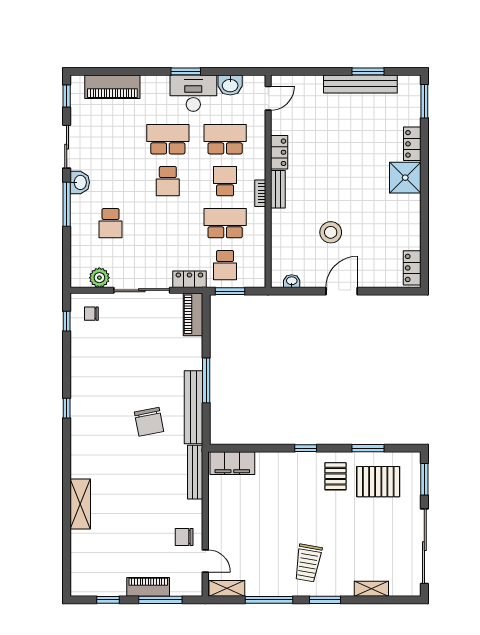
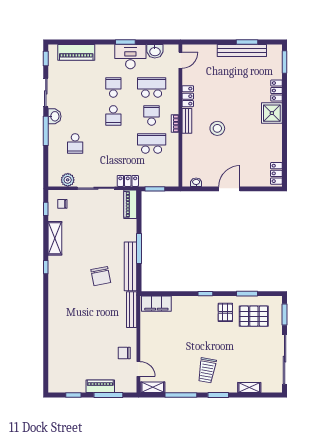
school desk: (168, 139) -> (113, 87), width x0.54
stool: (331, 232) -> (217, 128), moved
school desk: (225, 265) -> (152, 172), removed
shelving: (80, 504) -> (55, 238), moved

